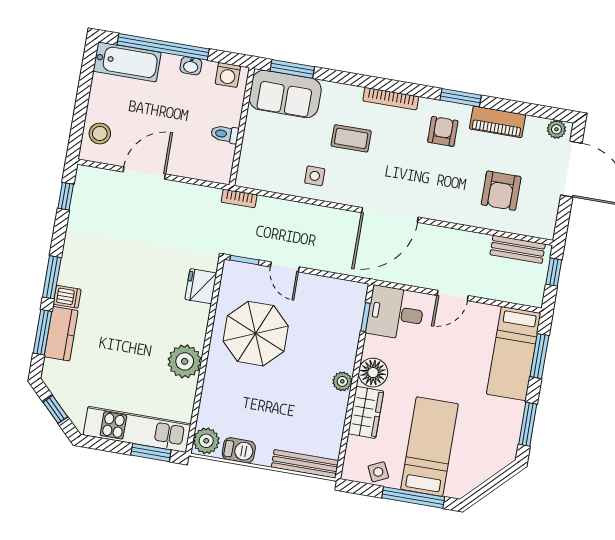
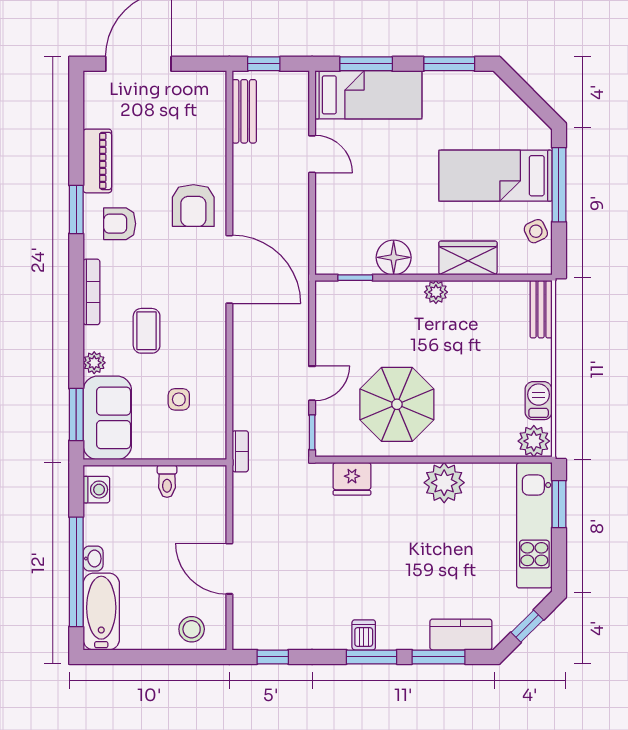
washbasin: (191, 66) -> (93, 559), moved
plant: (556, 129) -> (94, 363), moved
side table: (315, 176) -> (179, 399), moved
armchair: (501, 191) -> (193, 206), moved, turned 90
door: (453, 296) -> (312, 154), moved
dishwasher: (67, 297) -> (364, 635), moved
desk: (395, 313) -> (344, 243), removed
kitchen counter: (61, 334) -> (461, 635), moved
floor lamp: (373, 373) -> (394, 257), moved
bench: (305, 464) -> (541, 309), width x0.73

